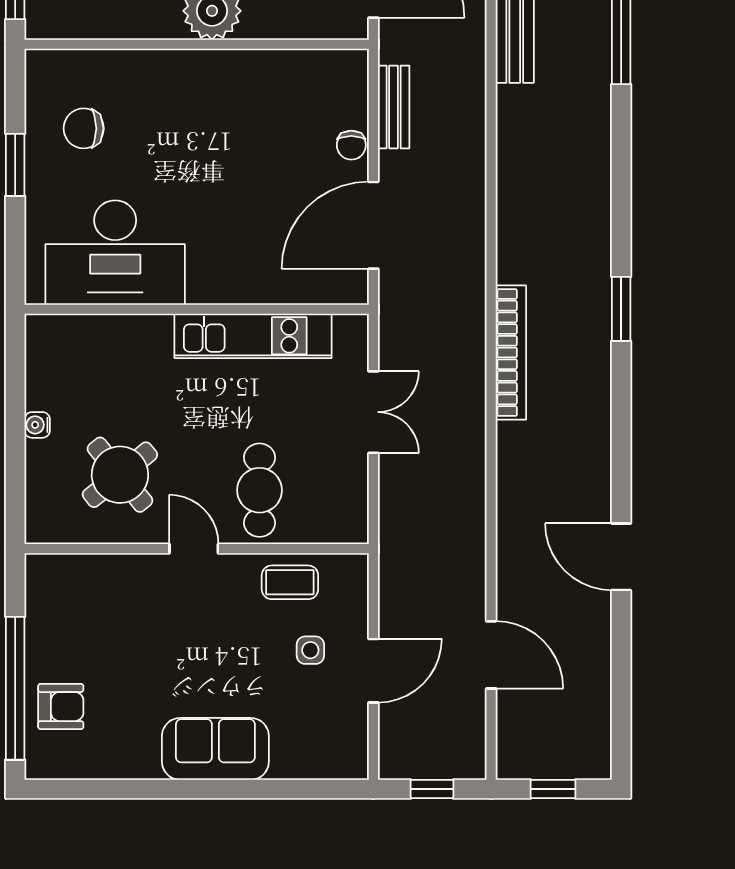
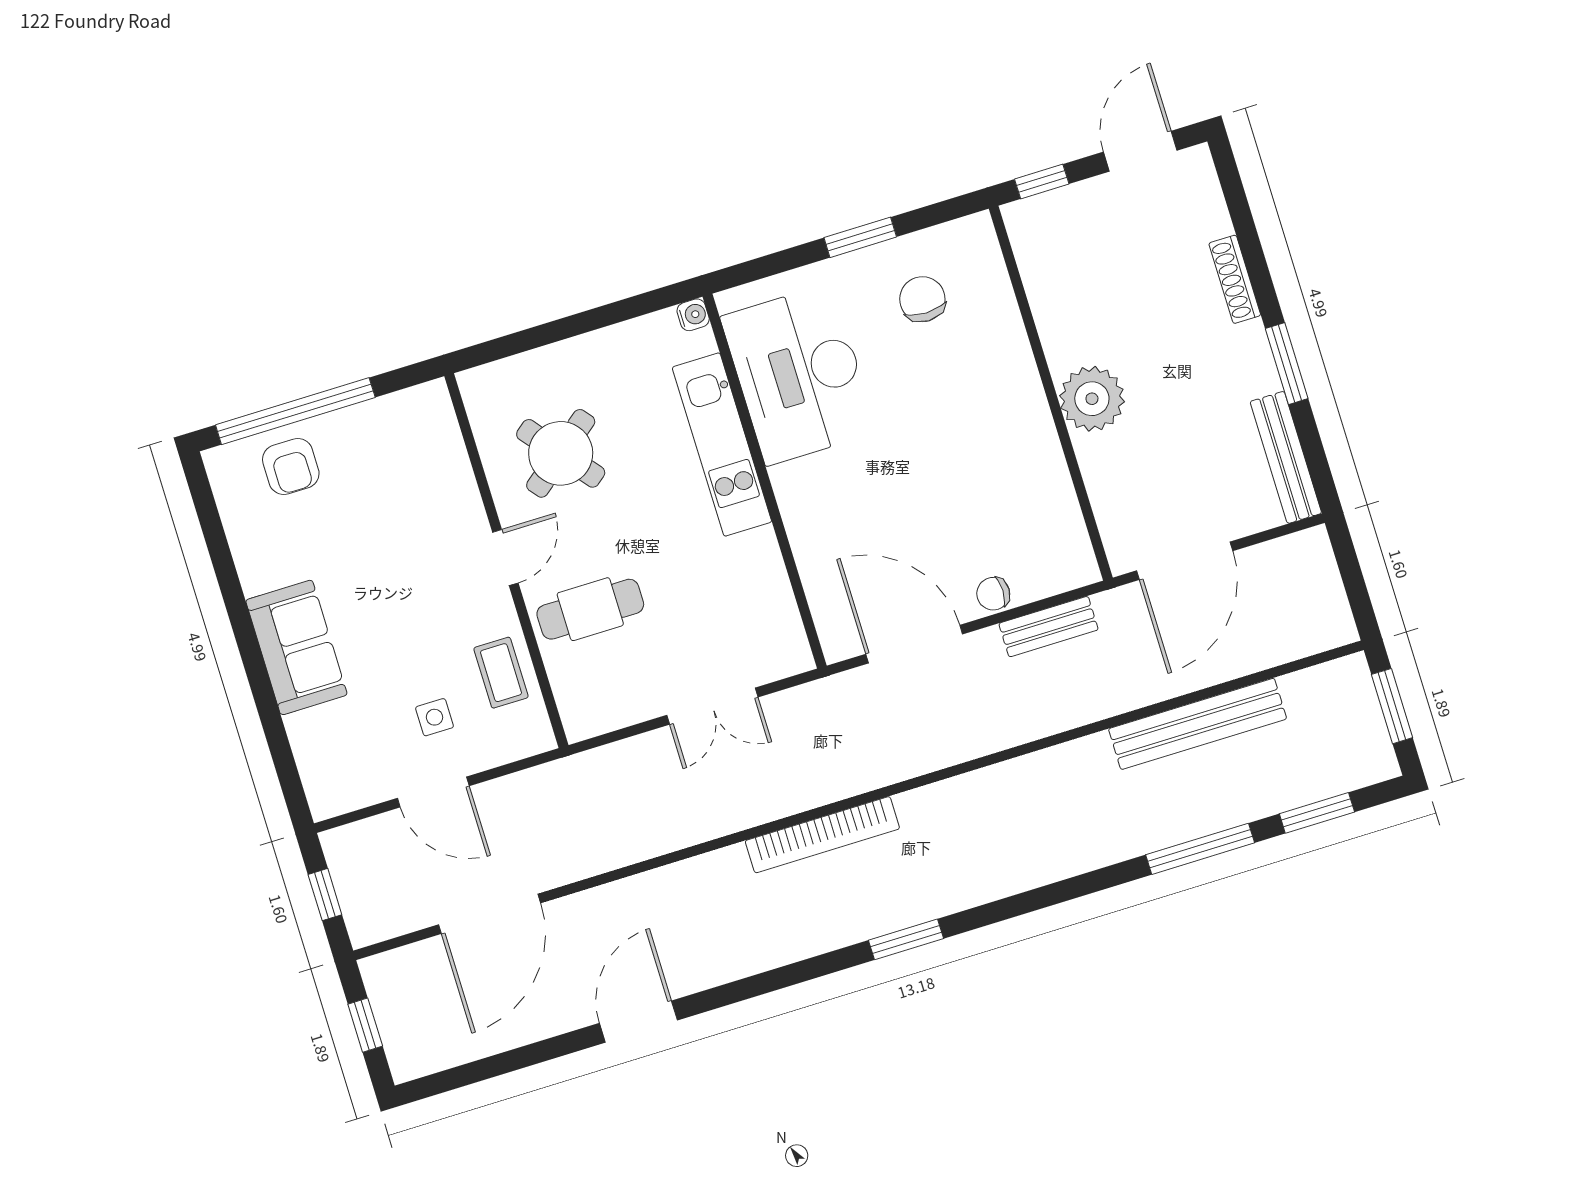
kitchen unit: (253, 336) -> (722, 445), moved
water cooler: (37, 425) -> (693, 315), moved, turned 90
door: (491, 655) -> (490, 914), width x1.36

